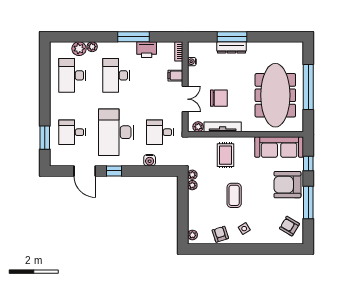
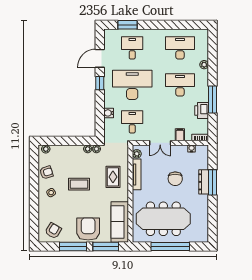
plant: (79, 49) -> (202, 54), removed
chair: (219, 98) -> (175, 179), moved
rug: (226, 155) -> (113, 177), turned 90
window: (308, 164) -> (106, 246), width x2.17

